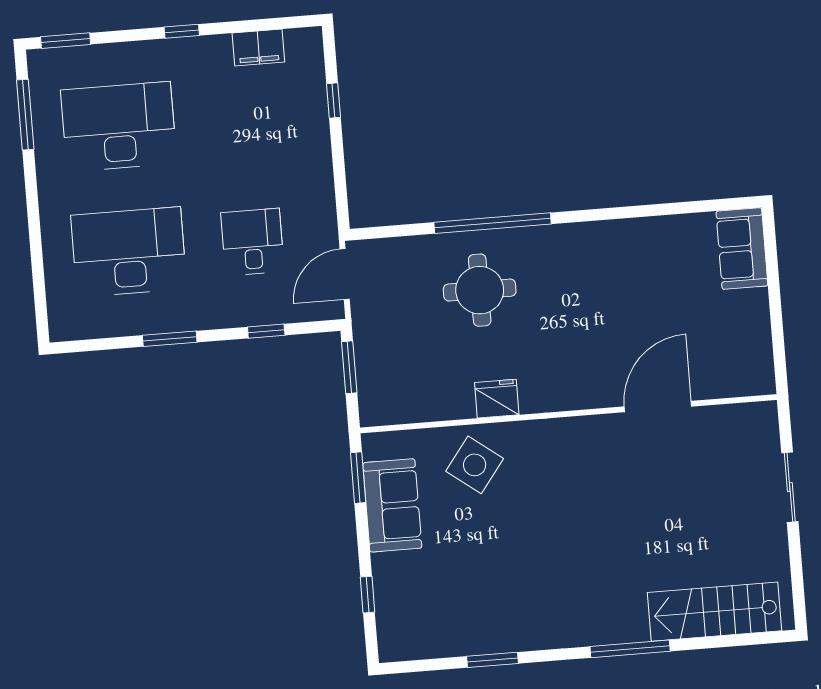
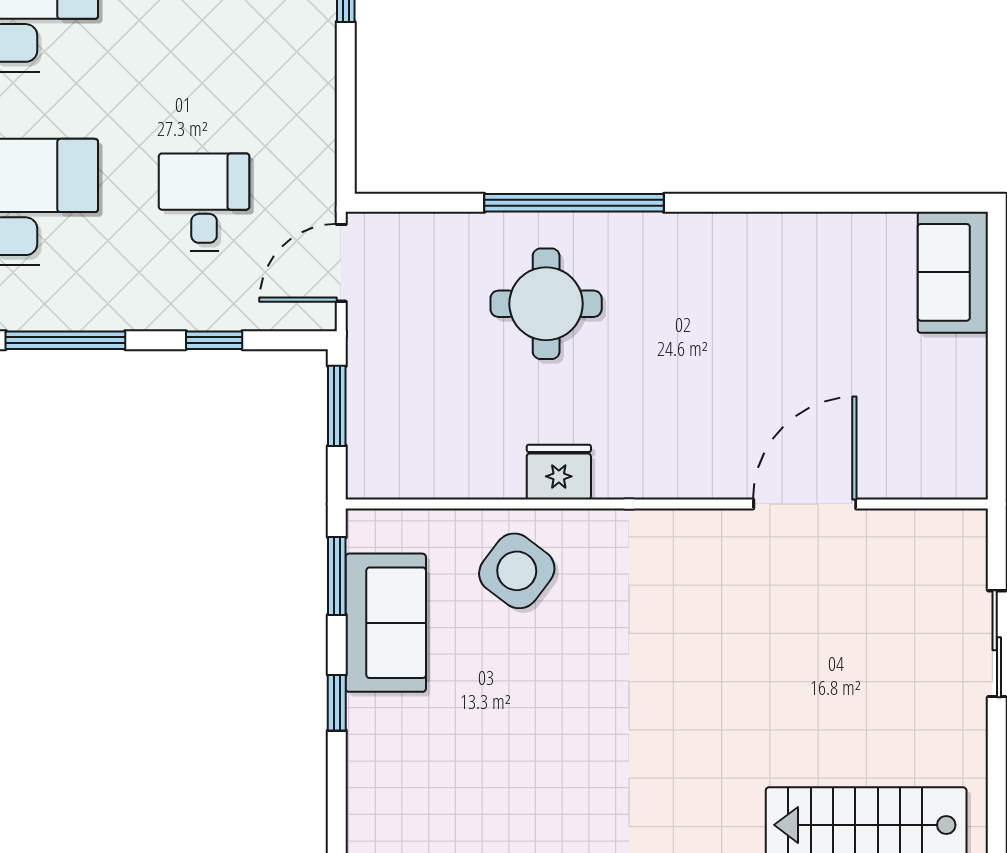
window: (170, 339) -> (65, 340), width x1.44
window: (368, 595) -> (337, 703), moved

